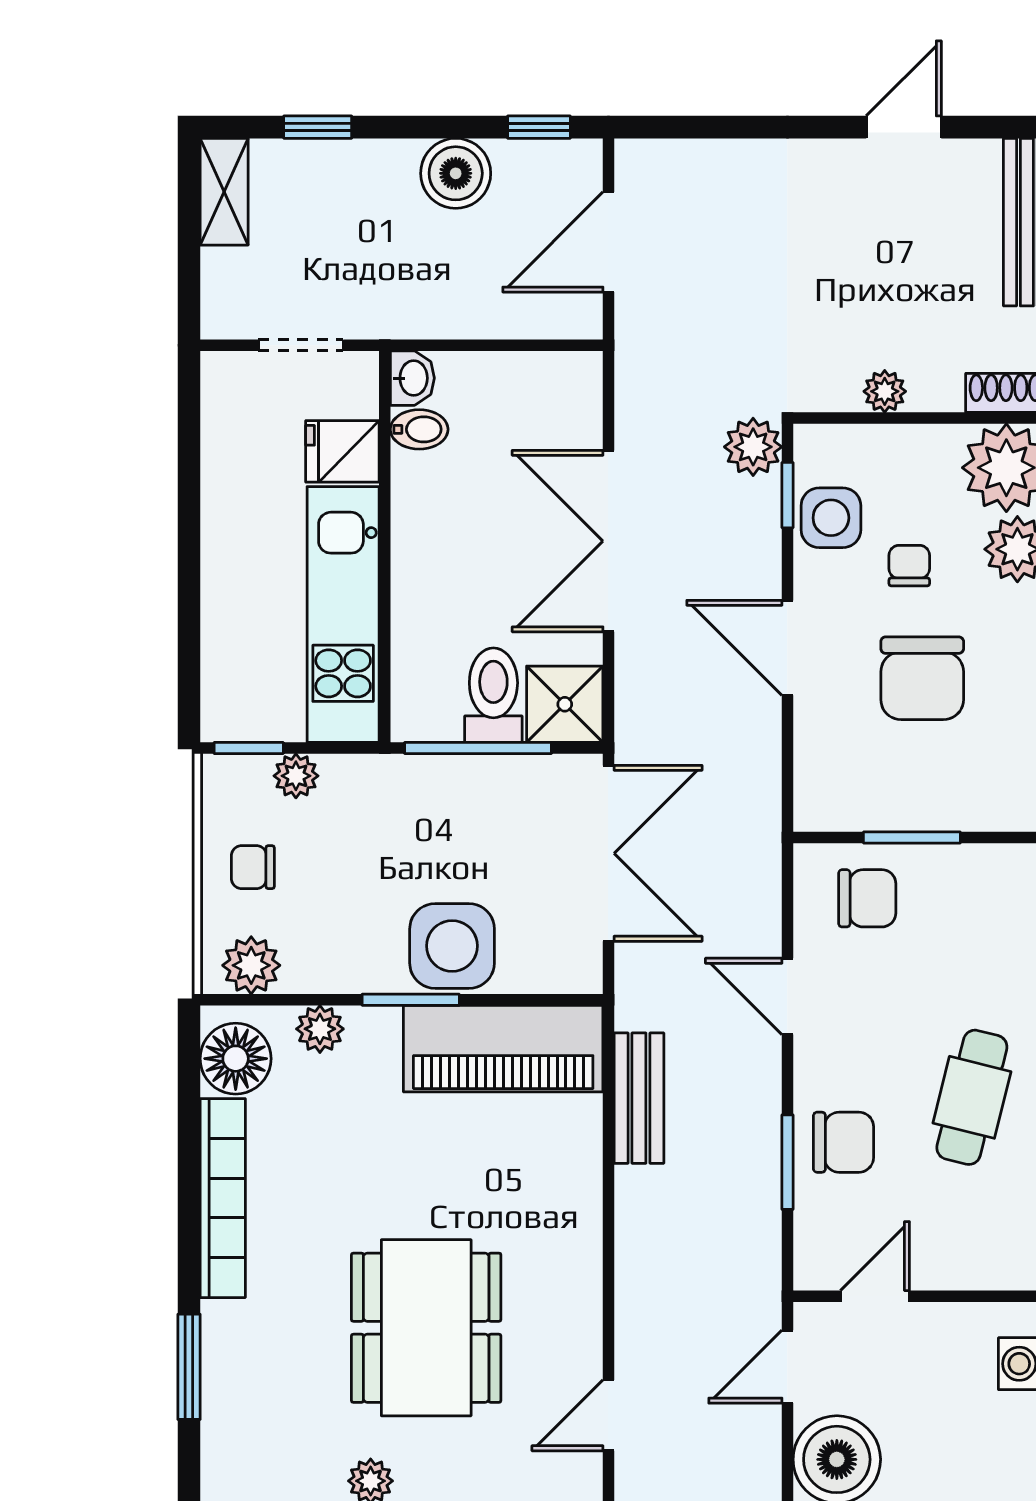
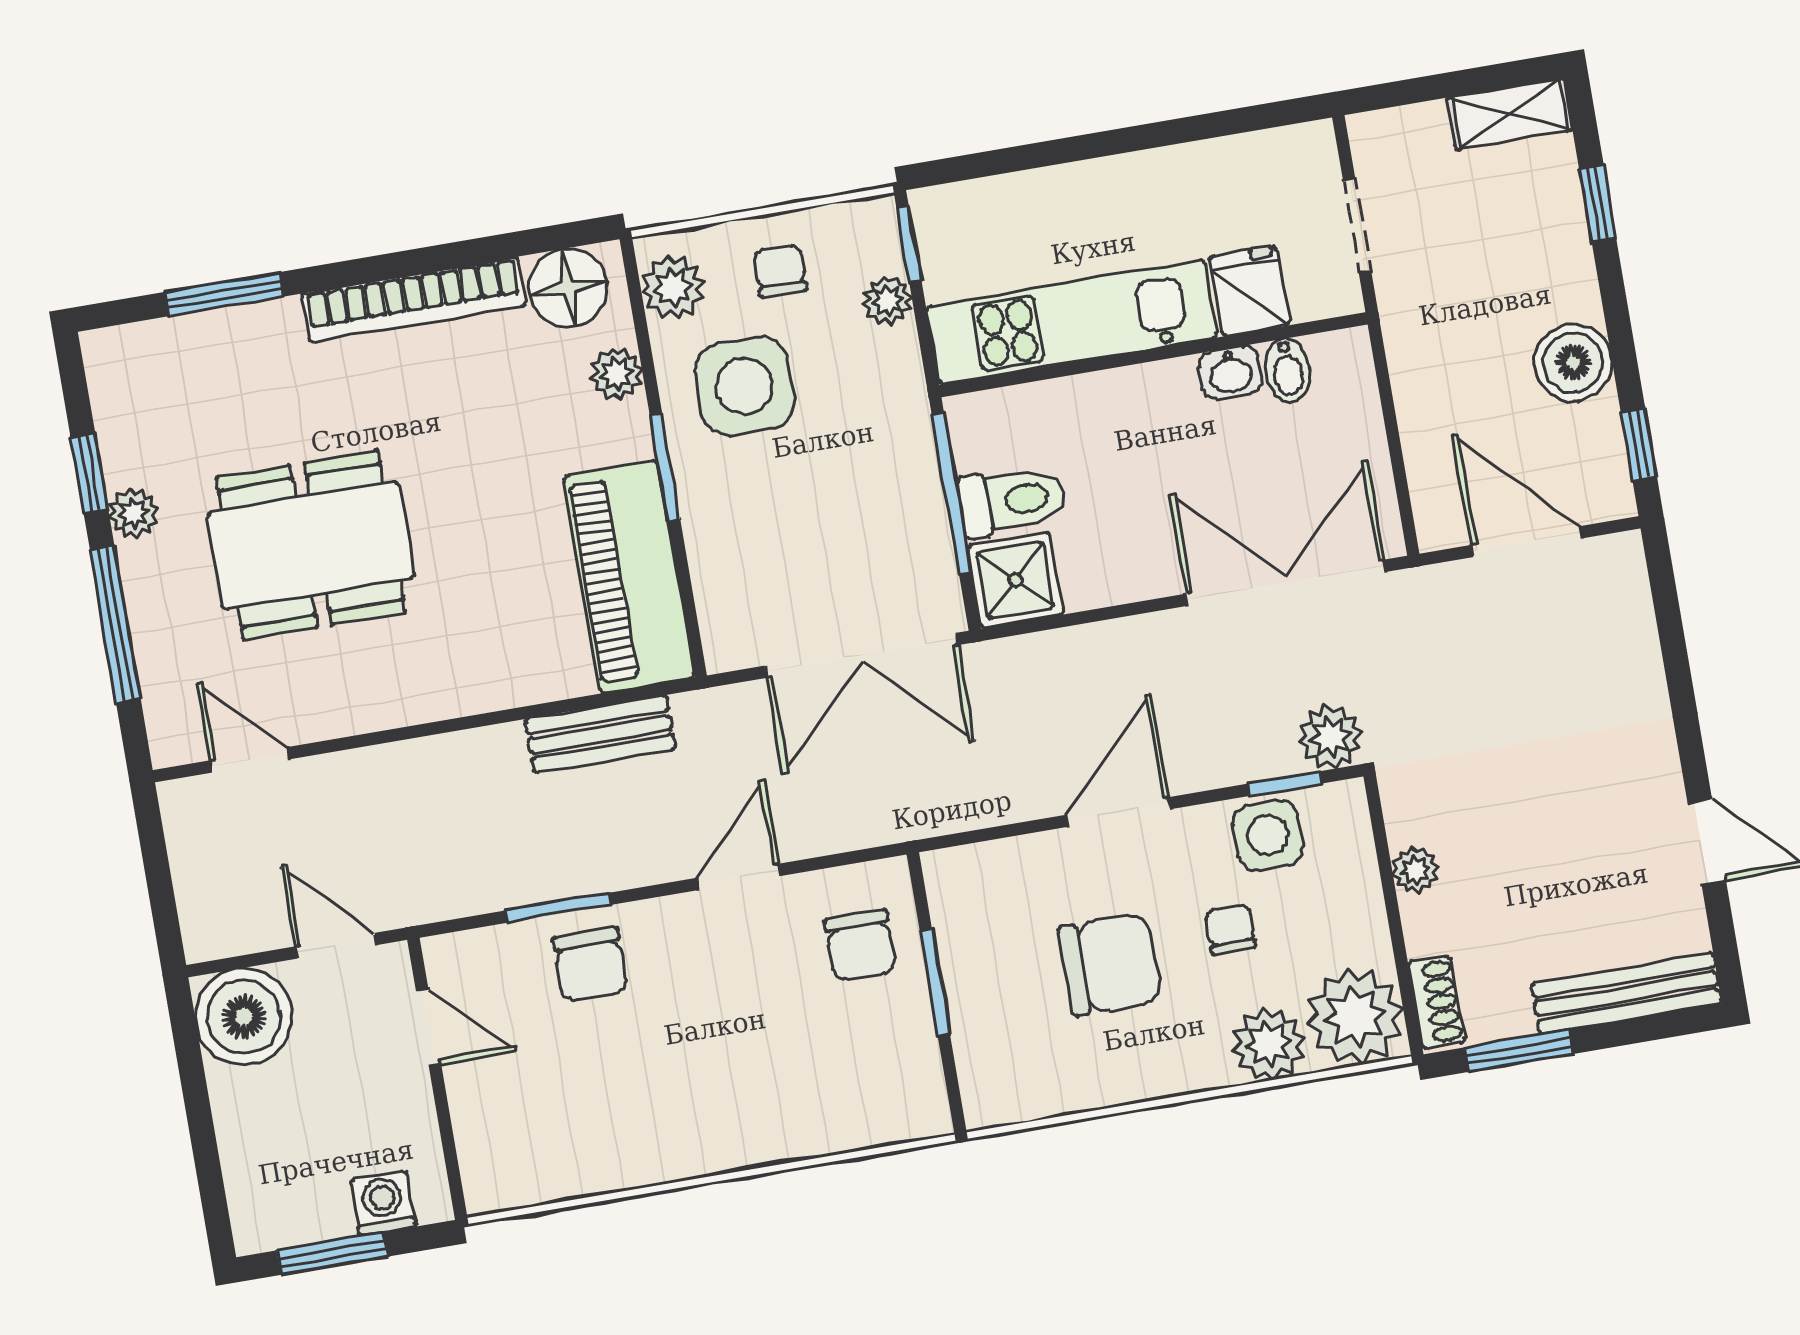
washbasin: (412, 378) -> (1230, 372), moved
double door: (608, 541) -> (1286, 583), moved
chair: (909, 566) -> (1230, 929), turned -90
chair: (922, 678) -> (1110, 964), turned 180
side table: (452, 946) -> (745, 386), moved
cafe table: (972, 1097) -> (663, 1096), removed

